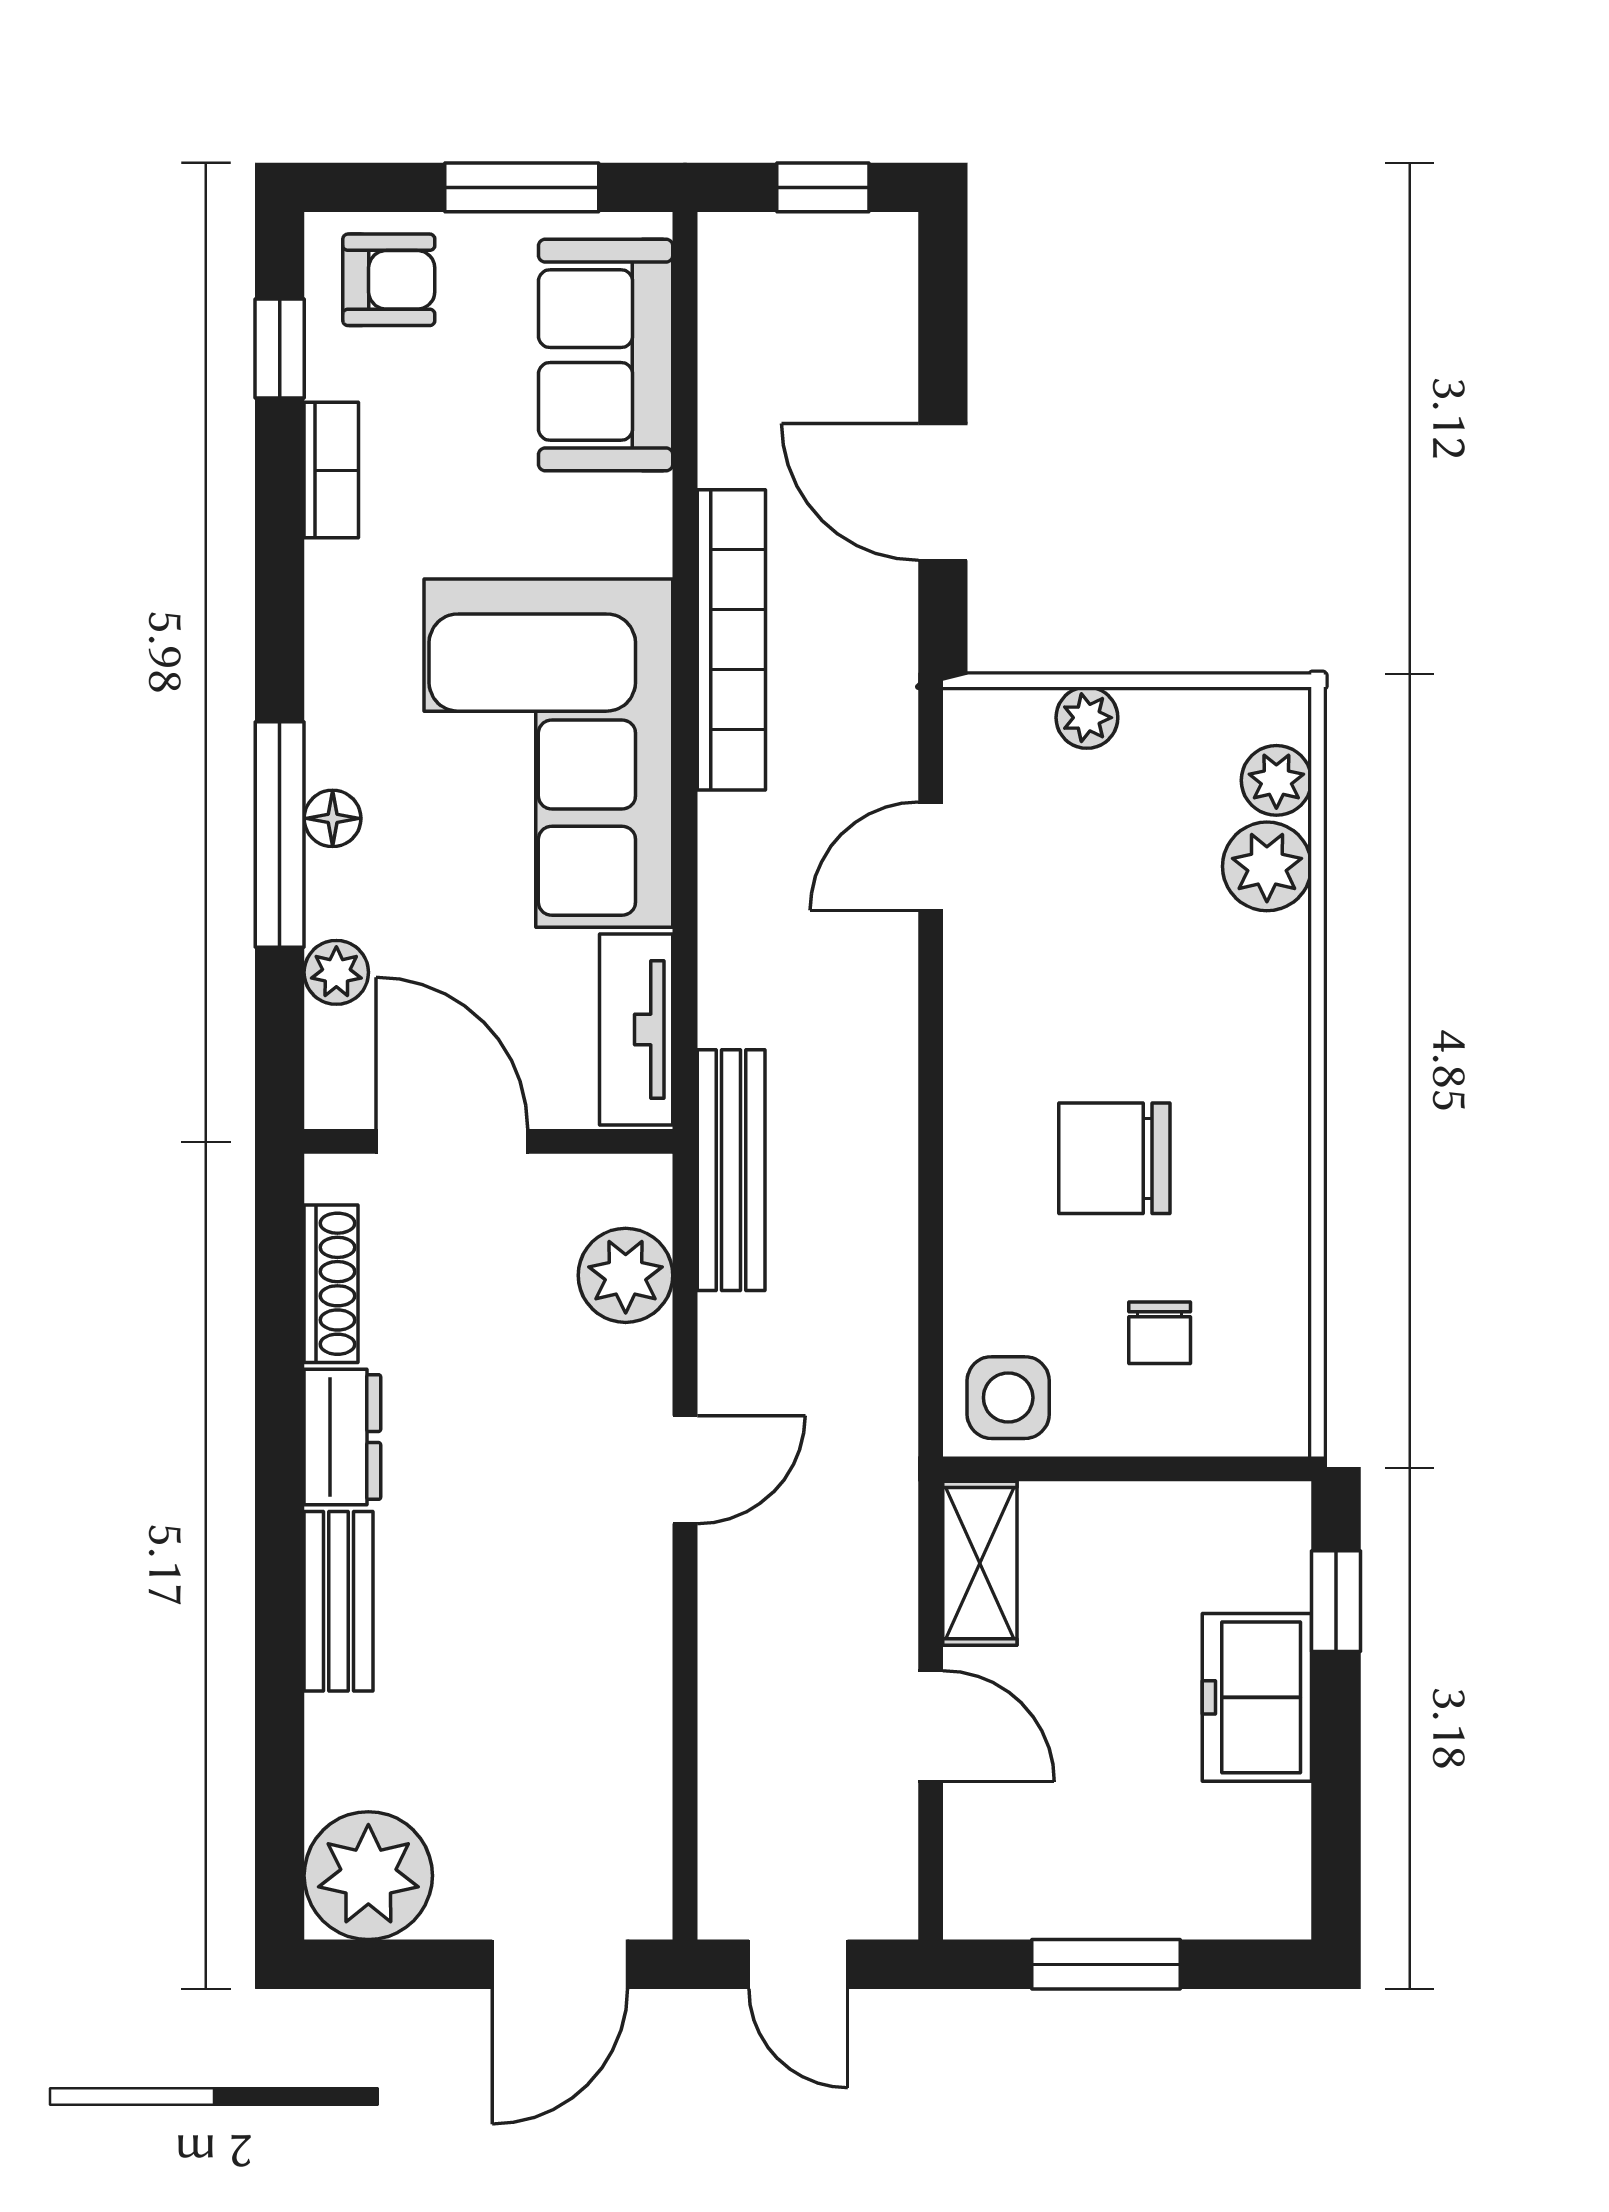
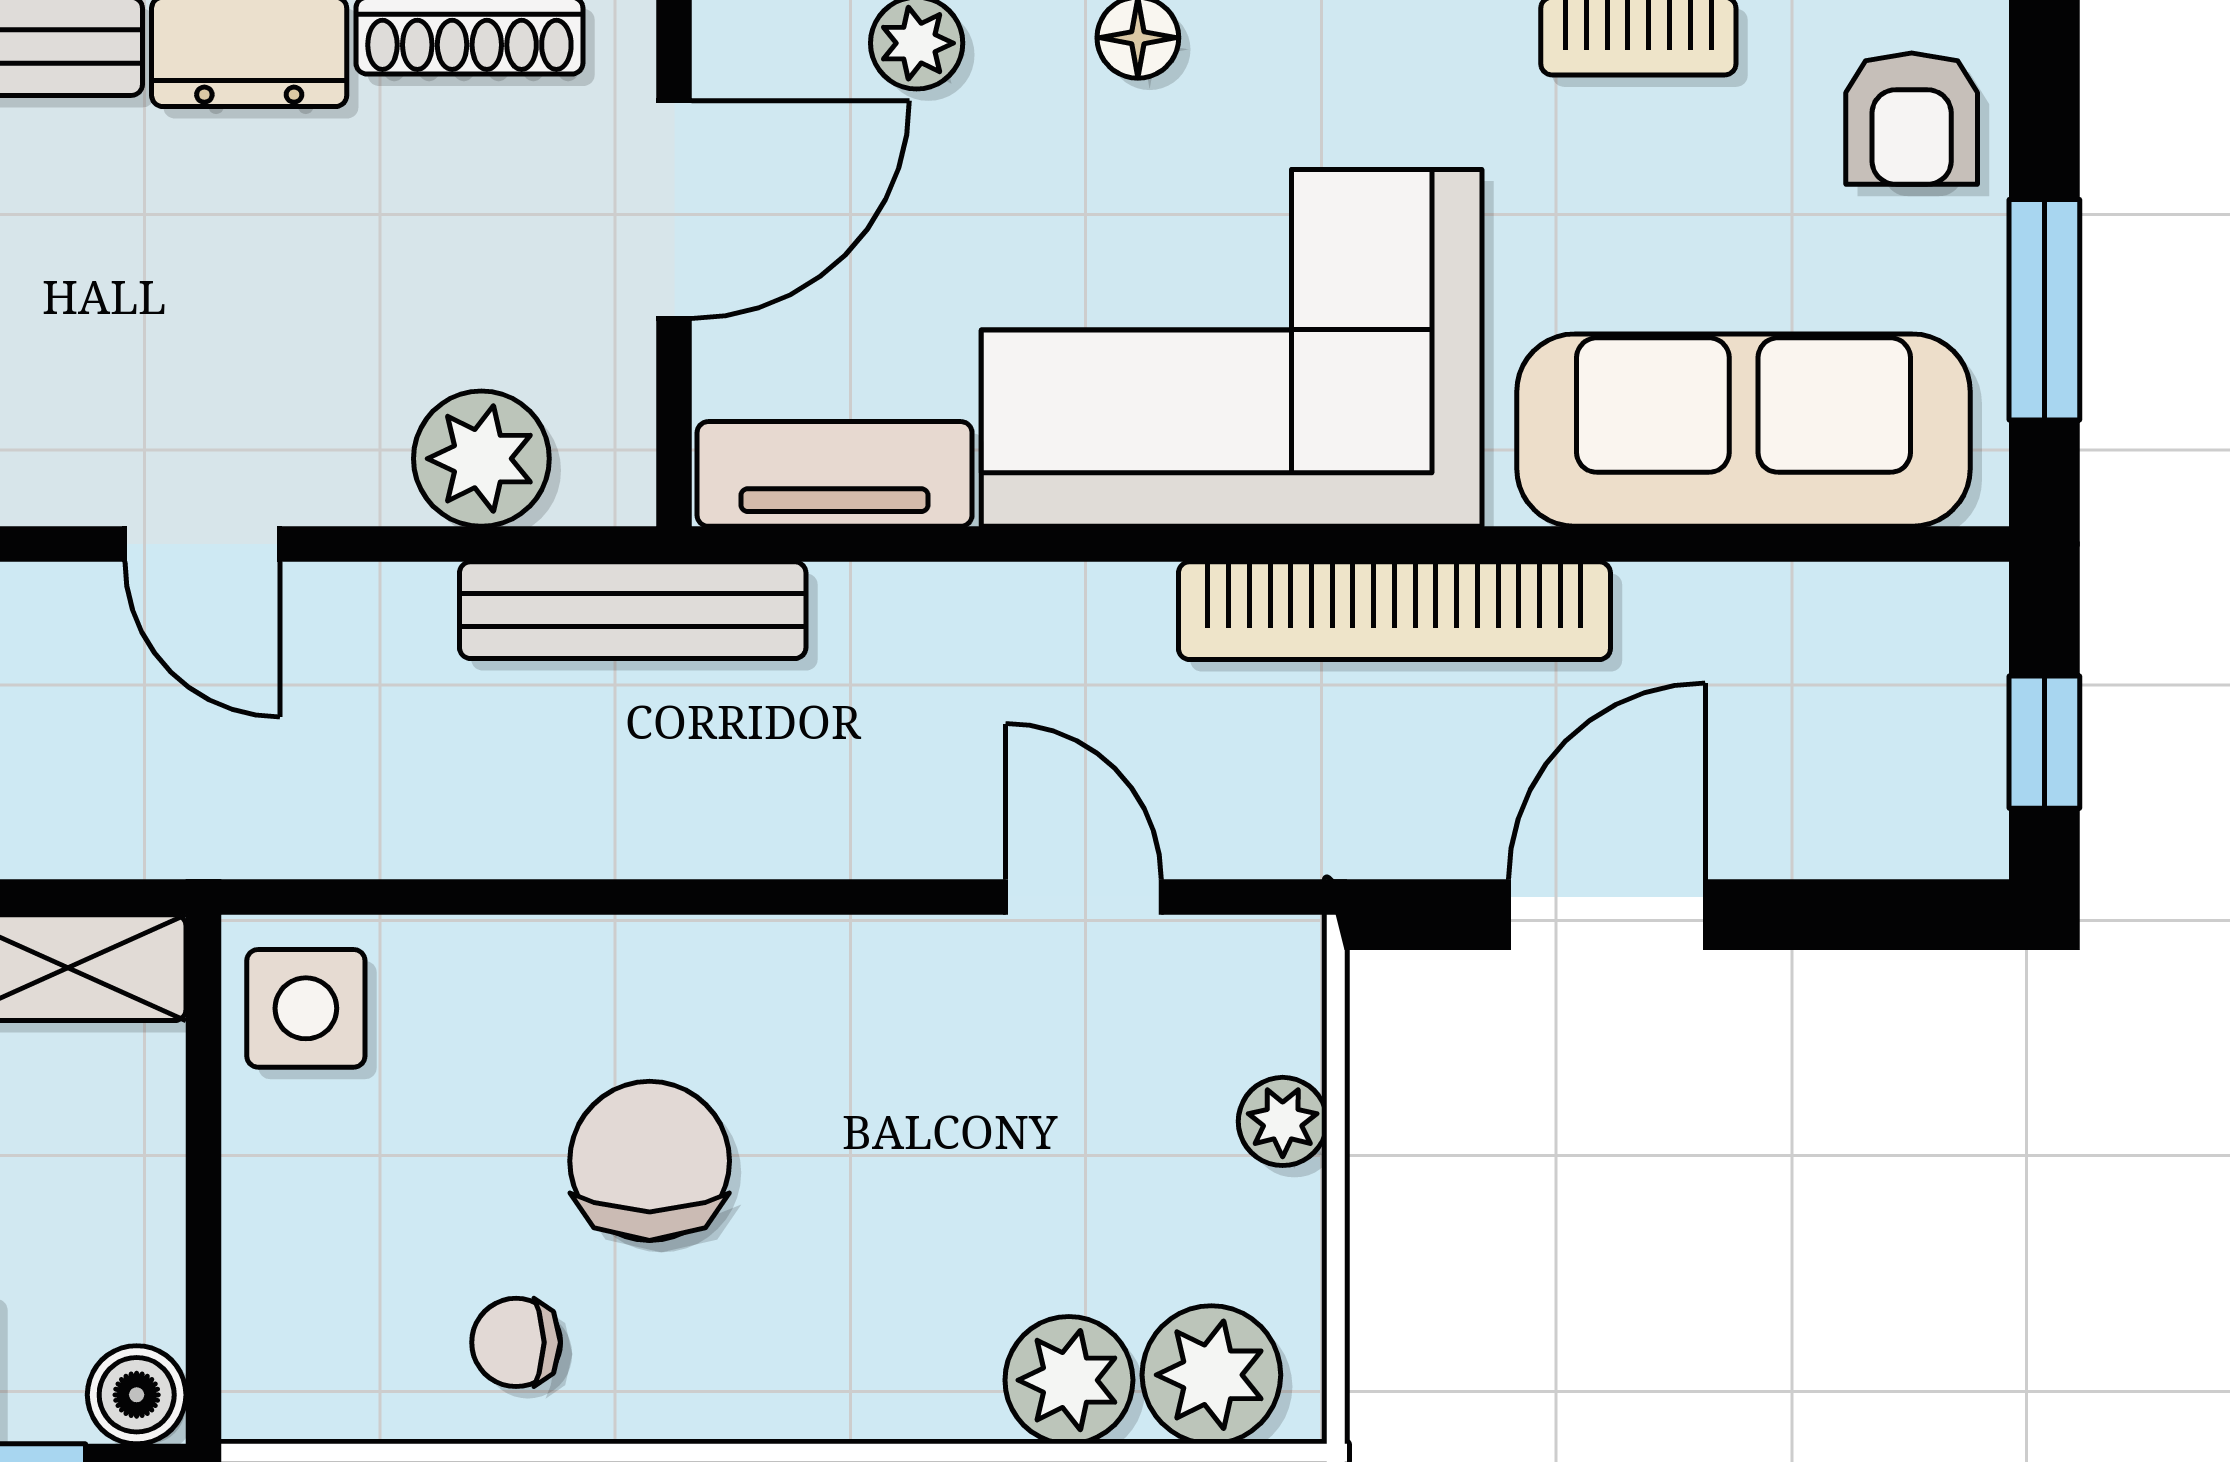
sofa: (606, 355) -> (1744, 430), width x1.36
plant: (1276, 780) -> (1211, 1375), width x1.38, depth x1.38
chair: (1160, 1333) -> (516, 1342), moved
boiler: (1277, 1515) -> (137, 1395), added

